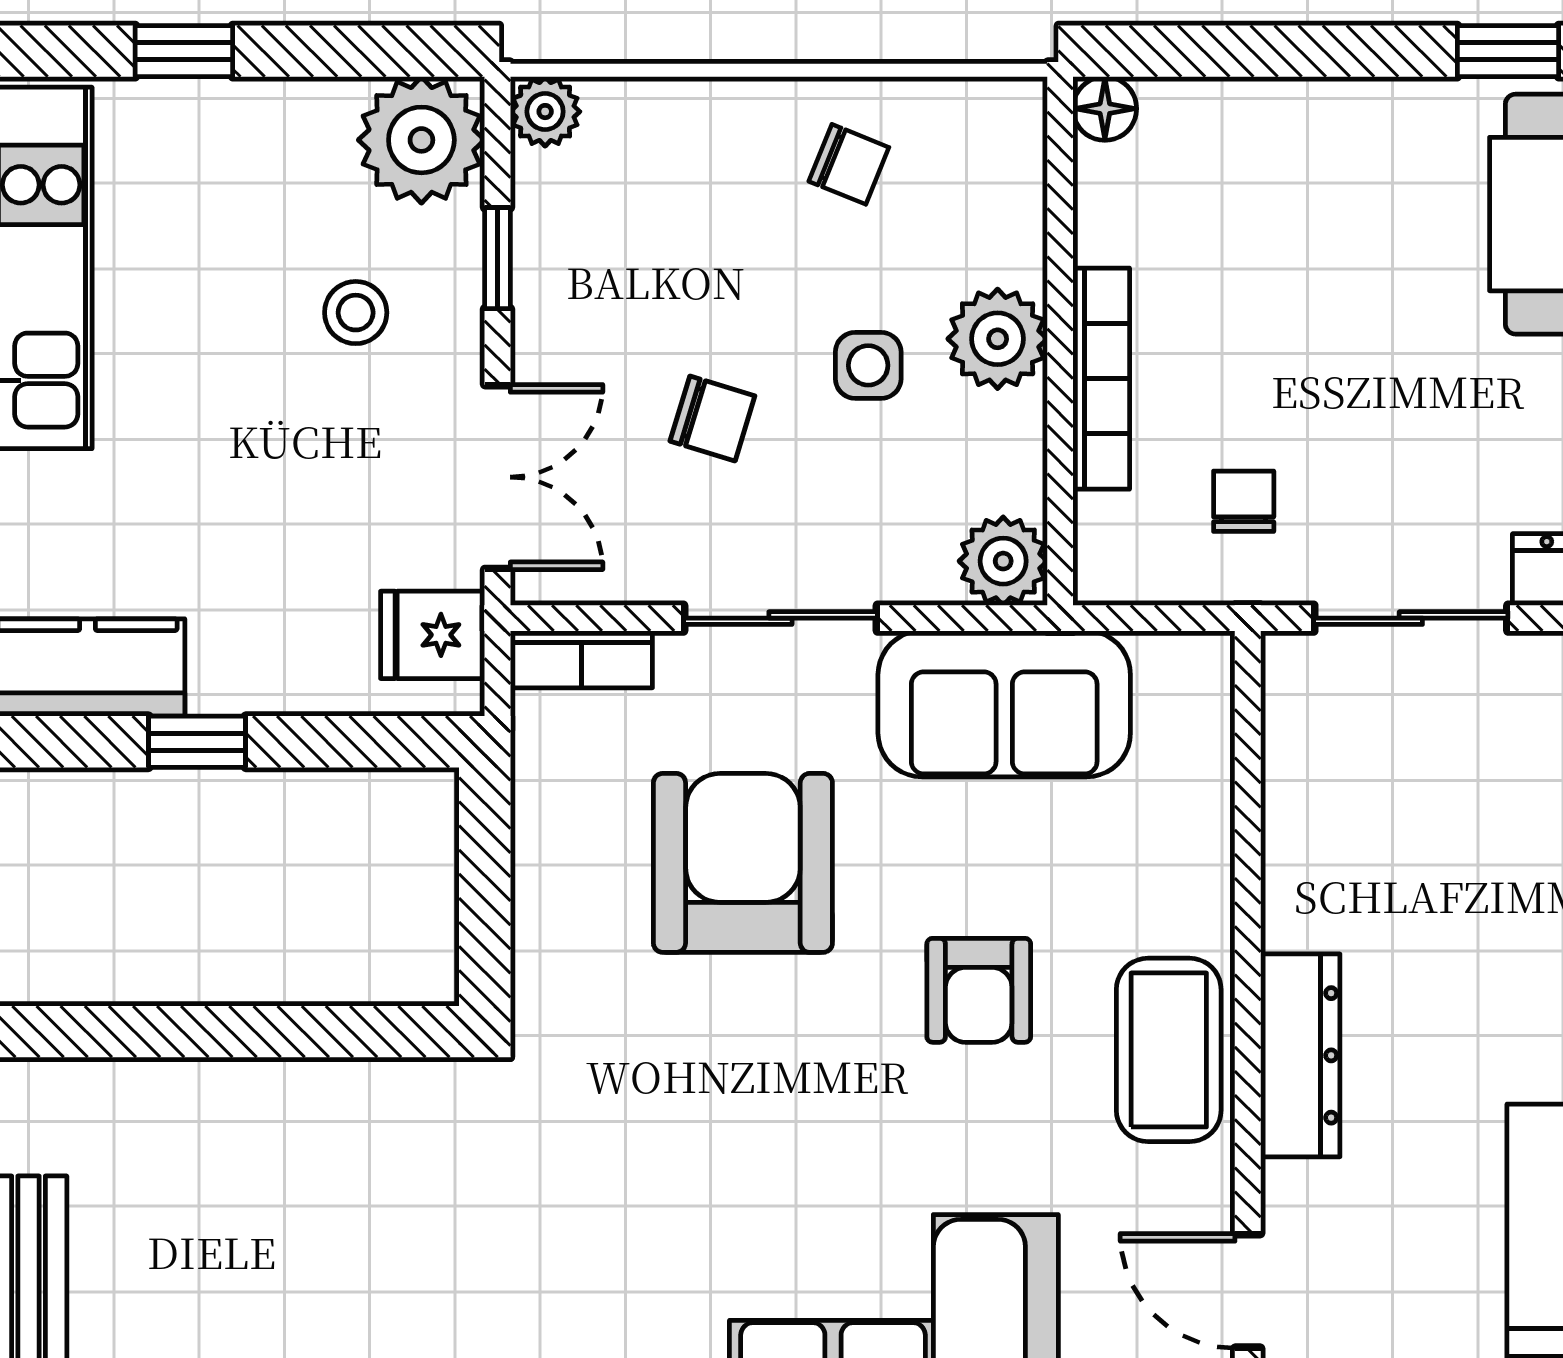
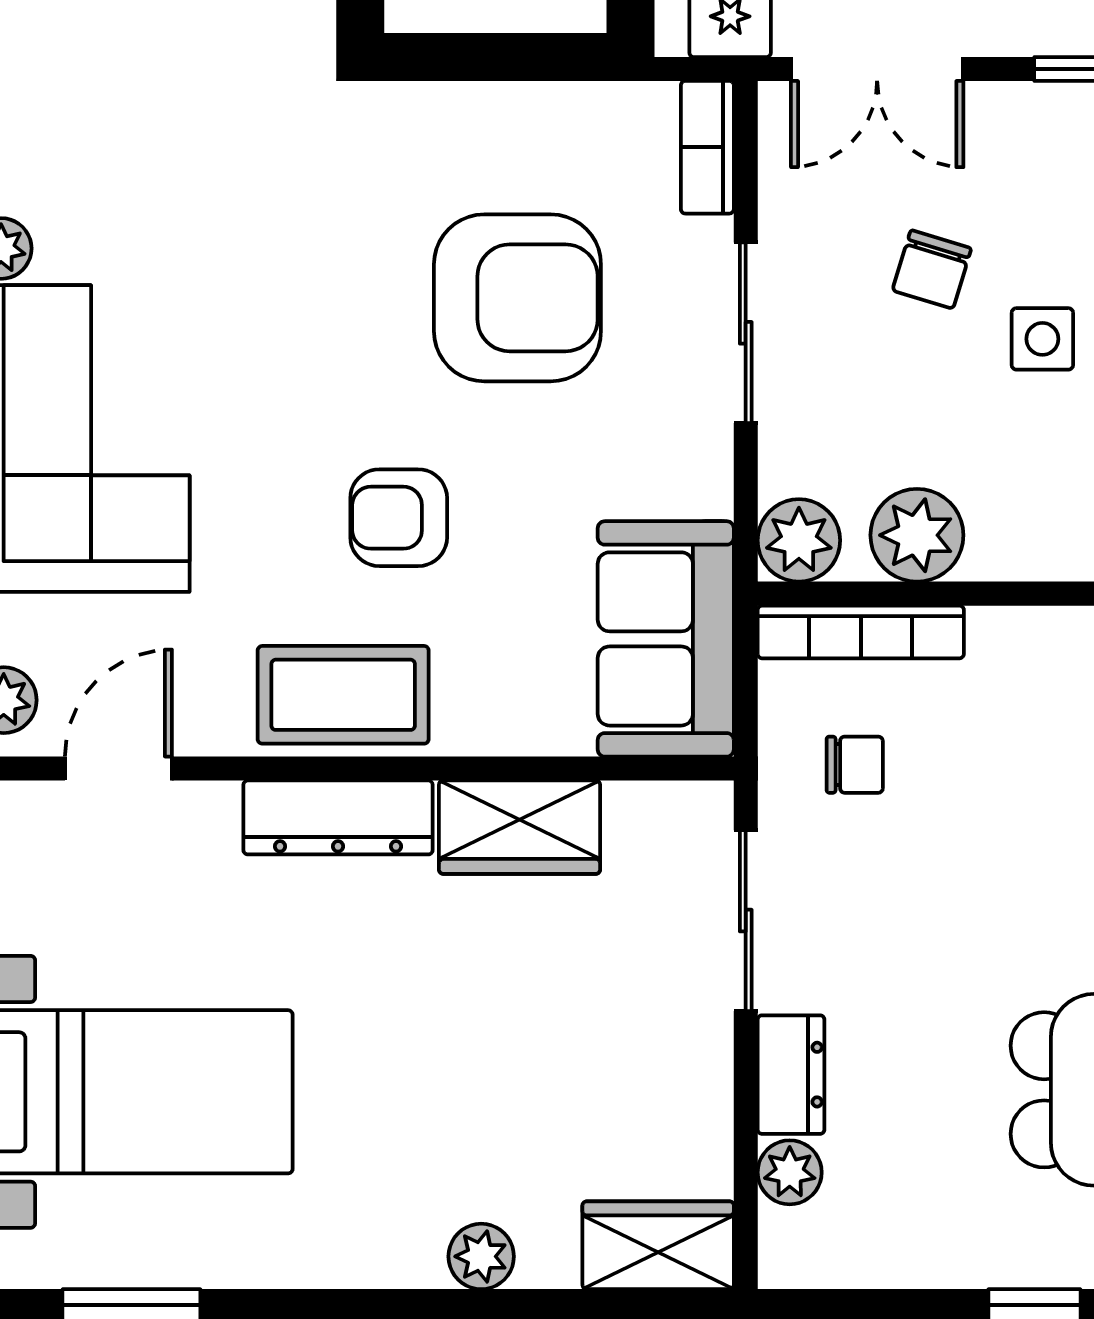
plant: (998, 339) -> (917, 535), moved
side table: (868, 365) -> (1042, 339), moved
bookcase: (1101, 379) -> (861, 632), moved
sofa: (1004, 704) -> (666, 639), moved
wardrobe: (1311, 861) -> (520, 827), added

